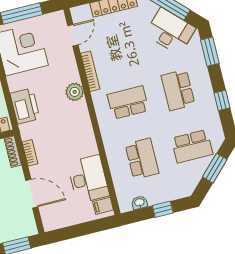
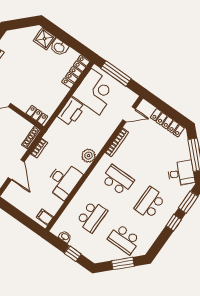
desk: (170, 31) -> (181, 173), width x0.73
plant: (75, 92) -> (89, 156), moved
window: (222, 100) -> (174, 223), moved
printer: (25, 106) -> (71, 112), moved
desk: (88, 179) -> (64, 180), moved

